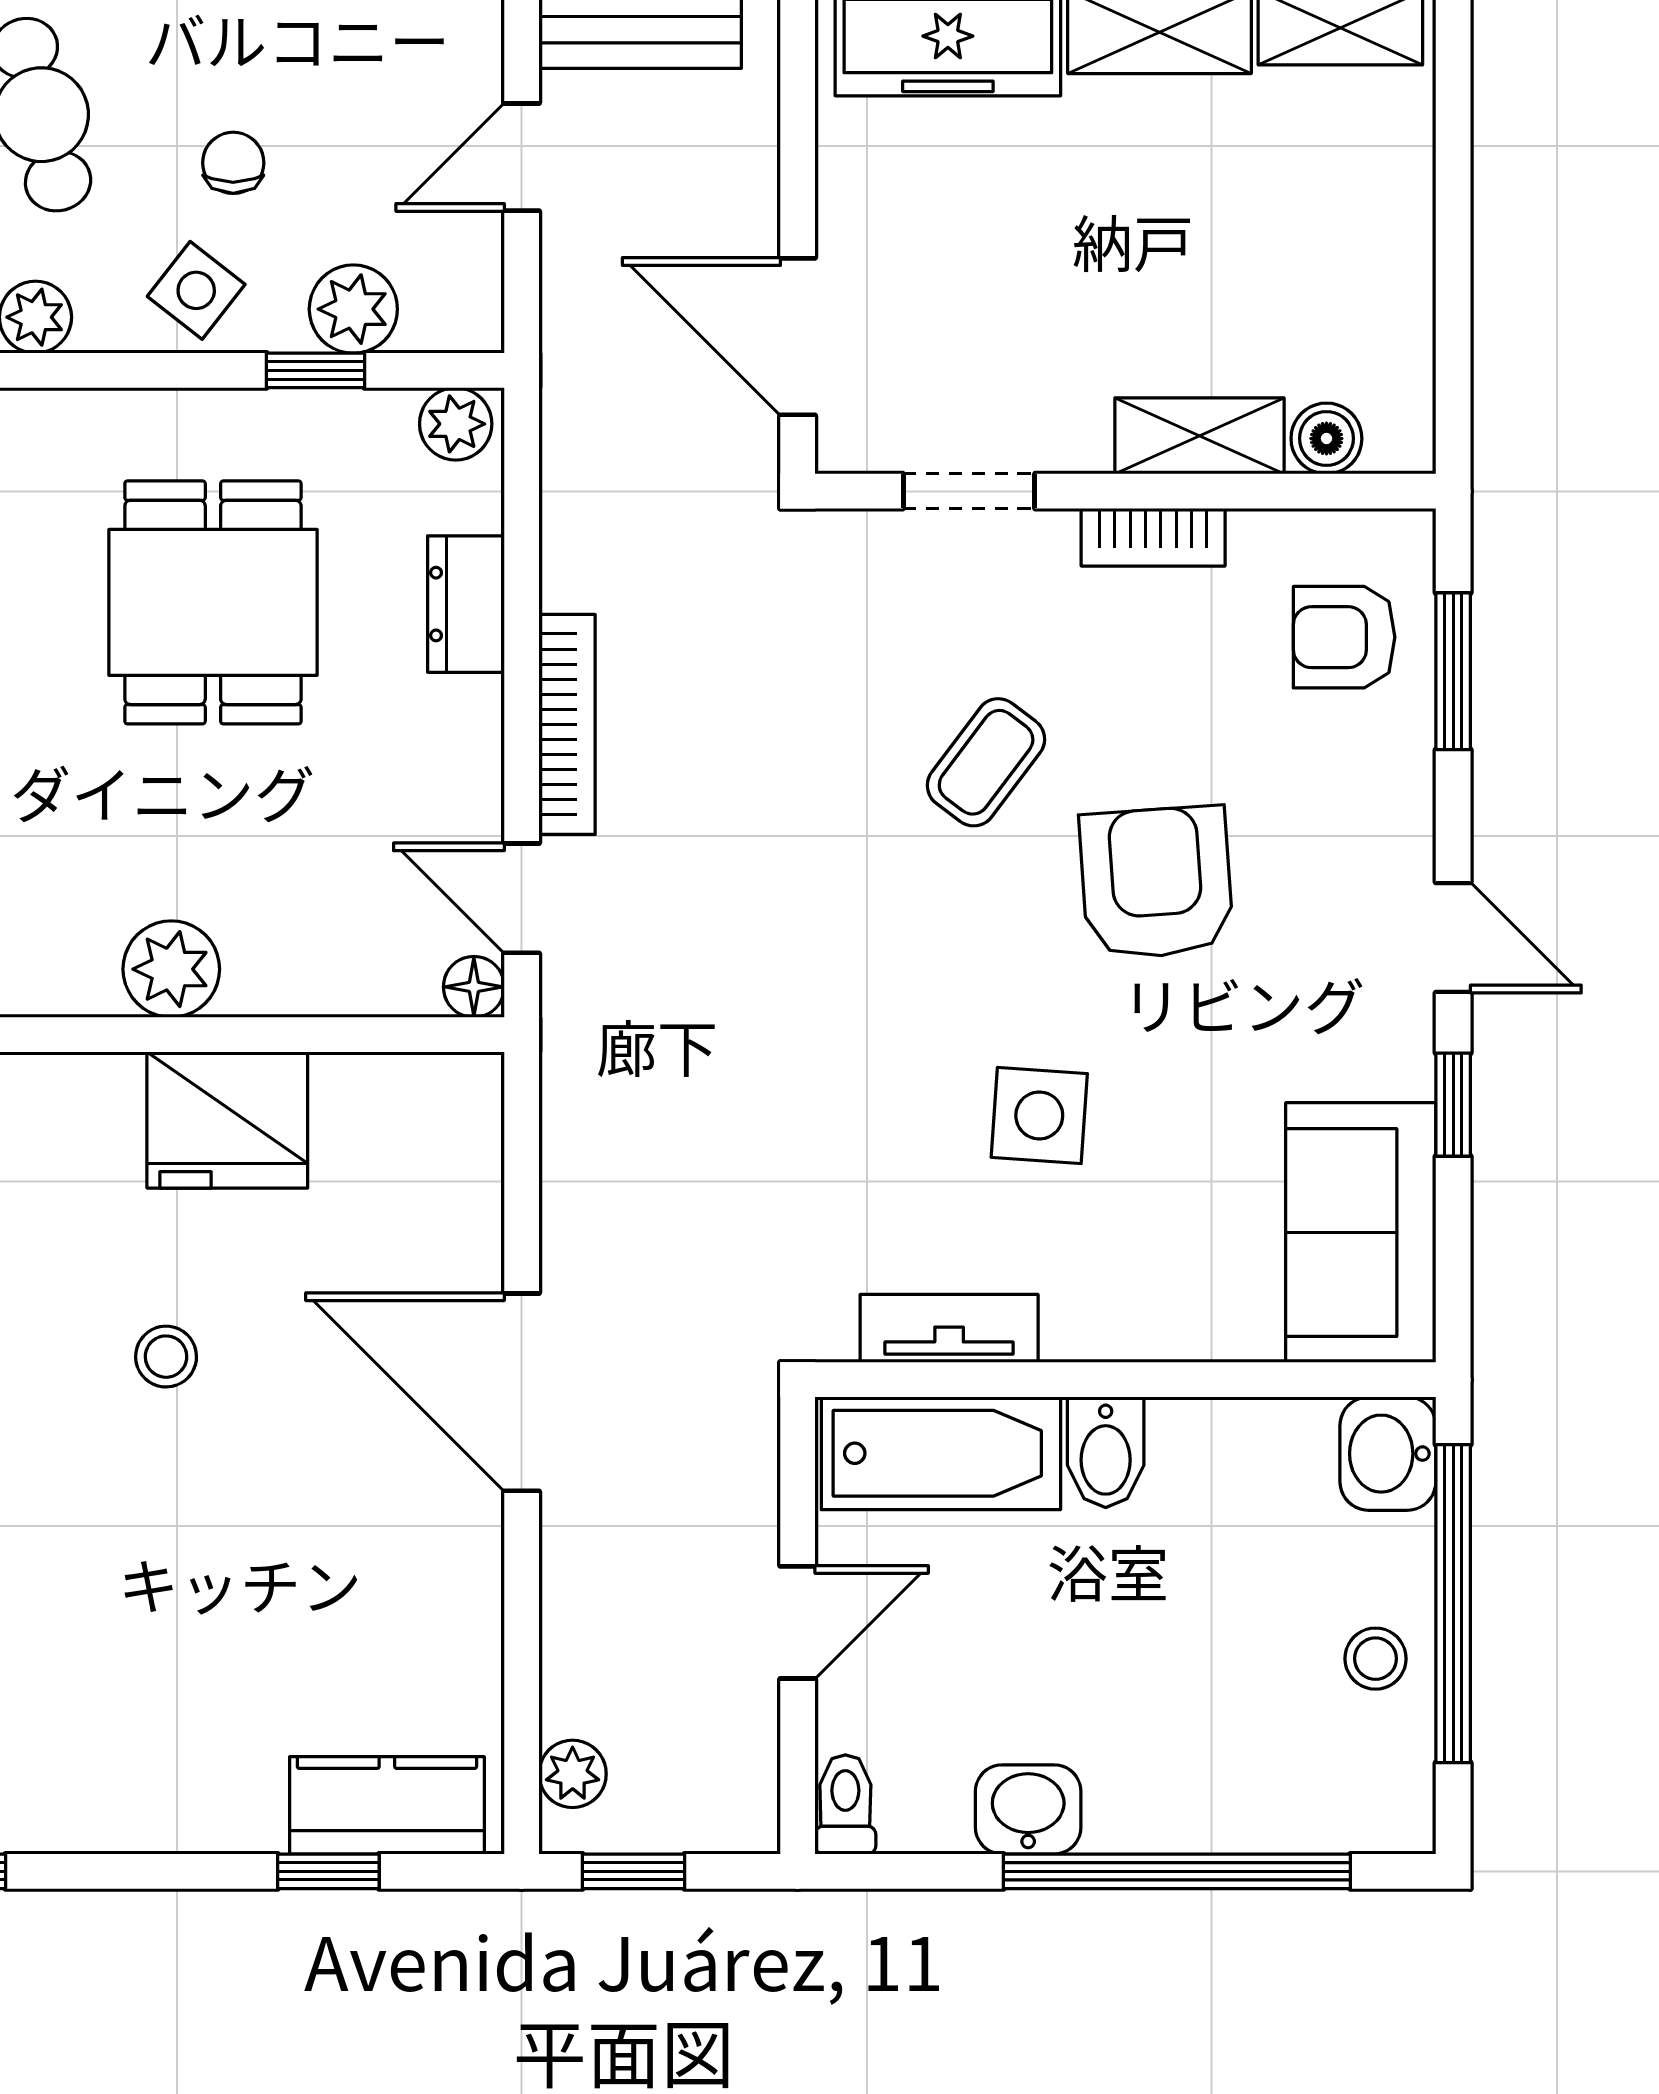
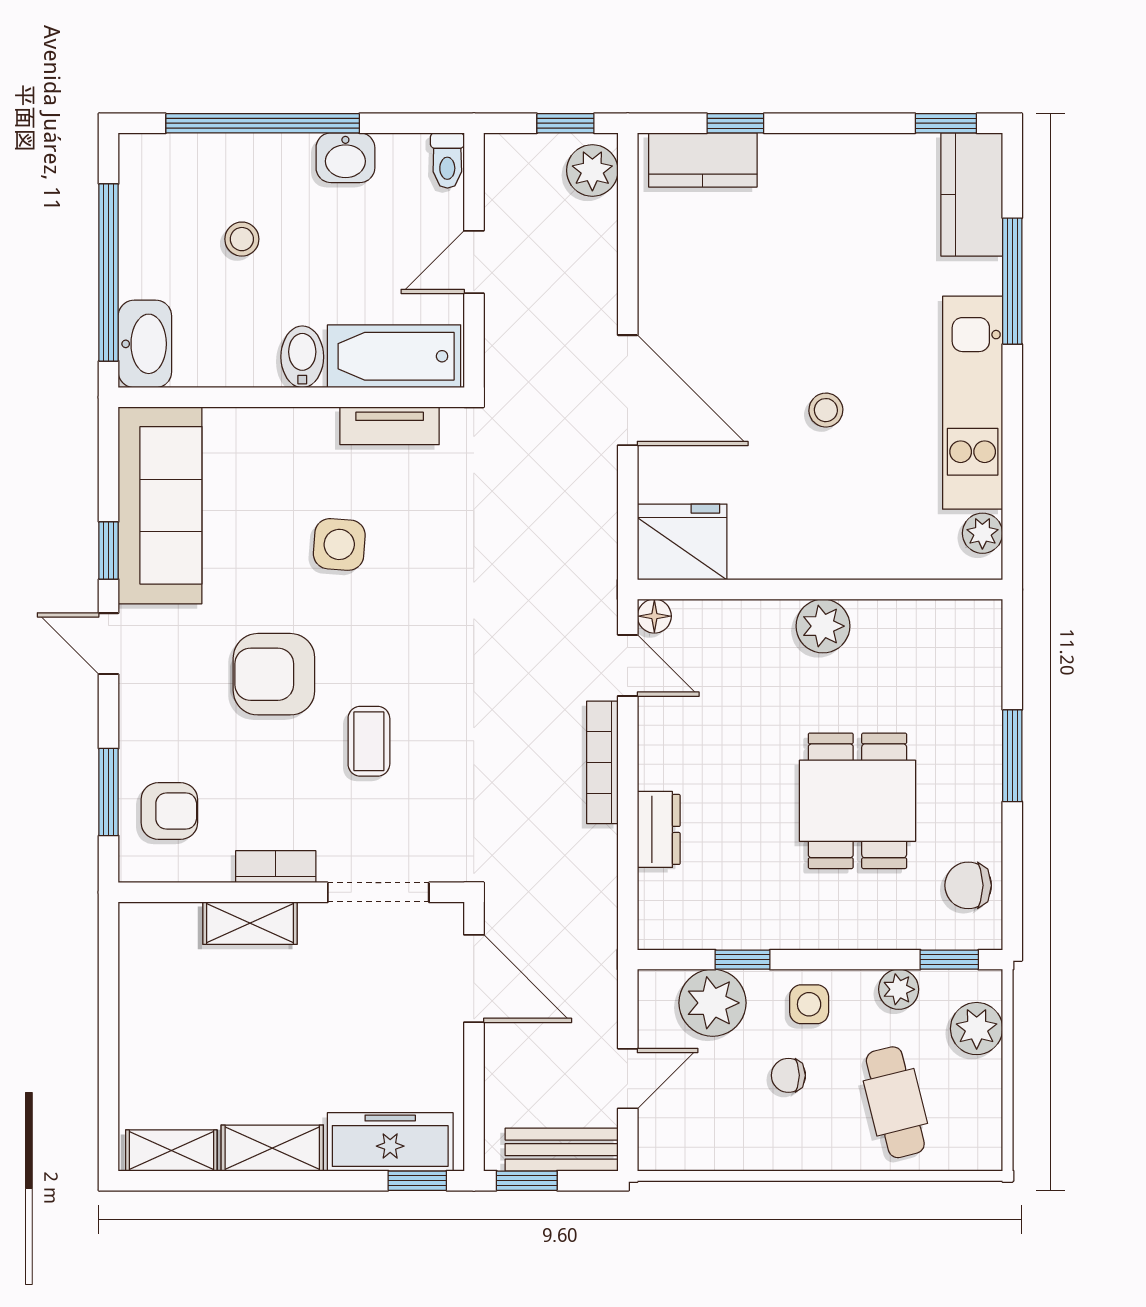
chair: (233, 163) -> (788, 1075), turned 90
side table: (196, 290) -> (809, 1004), turned -38
plant: (353, 309) -> (713, 1003), width x1.36, depth x1.36
plant: (456, 424) -> (664, 930), removed
boiler: (1326, 439) -> (179, 922), removed
doorway: (969, 491) -> (378, 892), width x1.38
dining table: (213, 602) -> (857, 801), moved
coffee table: (986, 762) -> (369, 741), turned -37
armchair: (1156, 883) -> (274, 674), turned 94
fridge: (227, 1120) -> (682, 542), moved
sofa: (1361, 1233) -> (160, 505), width x1.36
washbasin: (1388, 1454) -> (145, 344), width x1.38
stool: (1376, 1659) -> (242, 239), moved
plant: (573, 1774) -> (592, 170), width x1.38, depth x1.38

